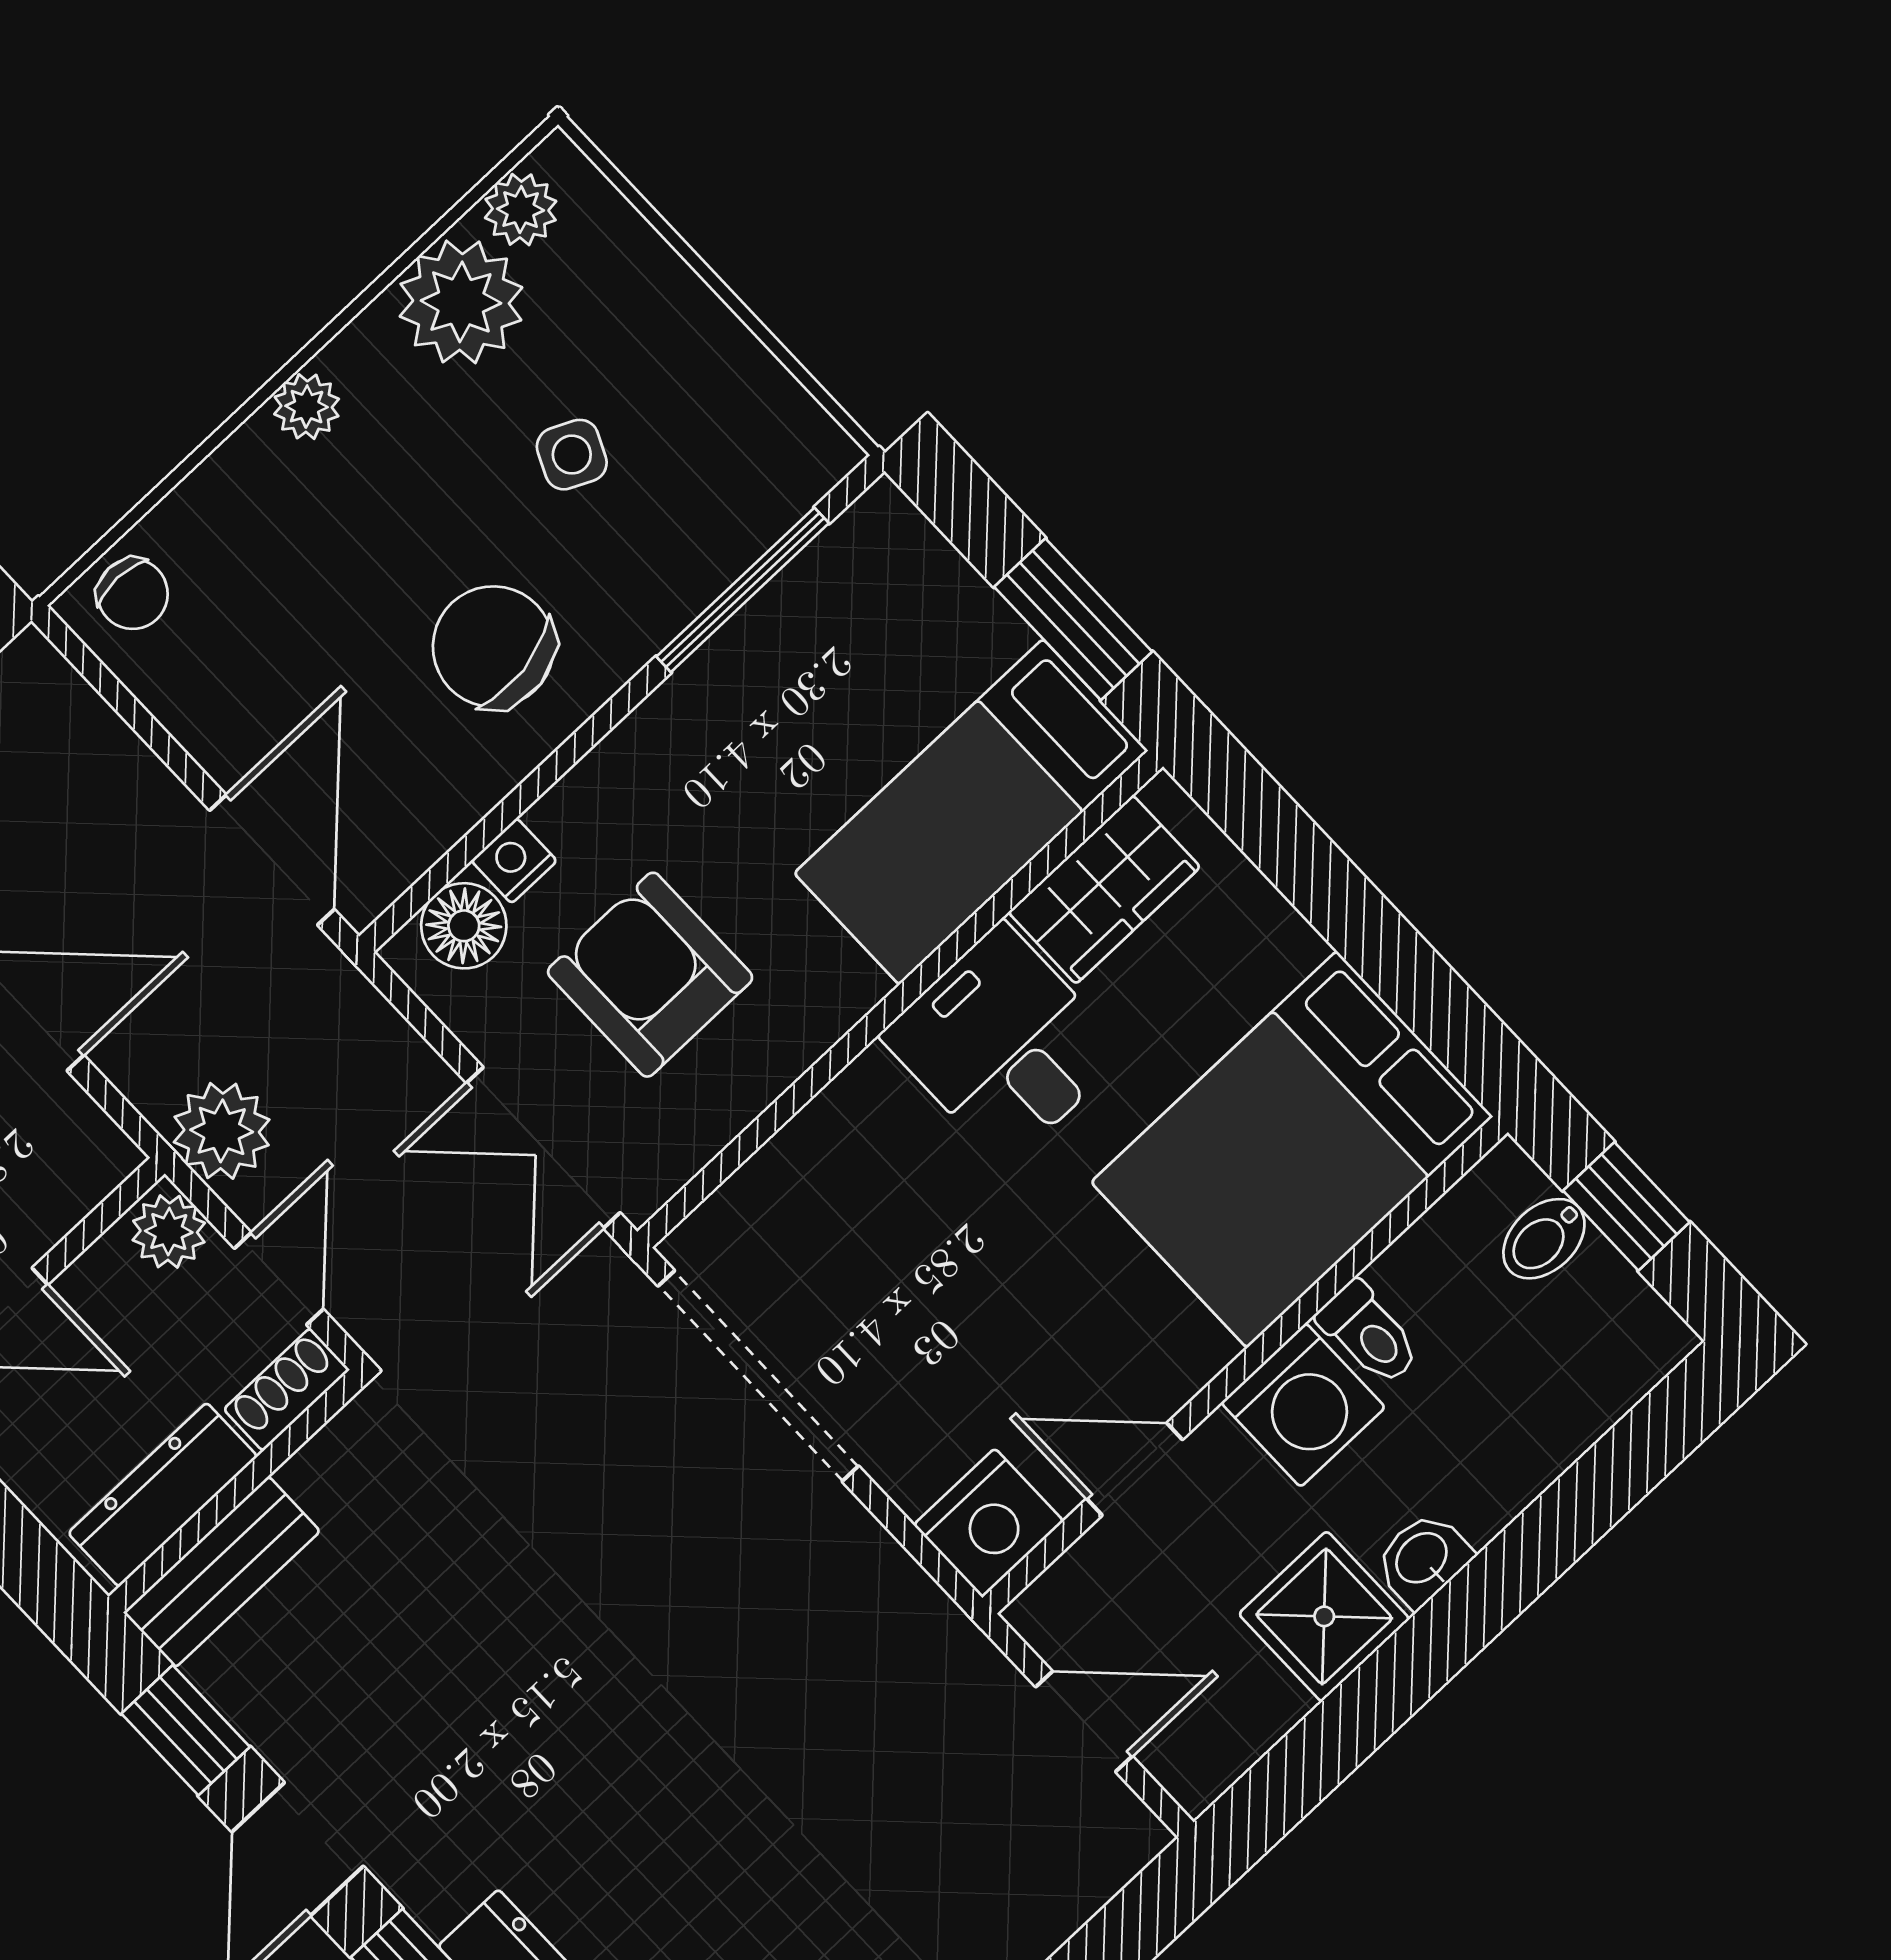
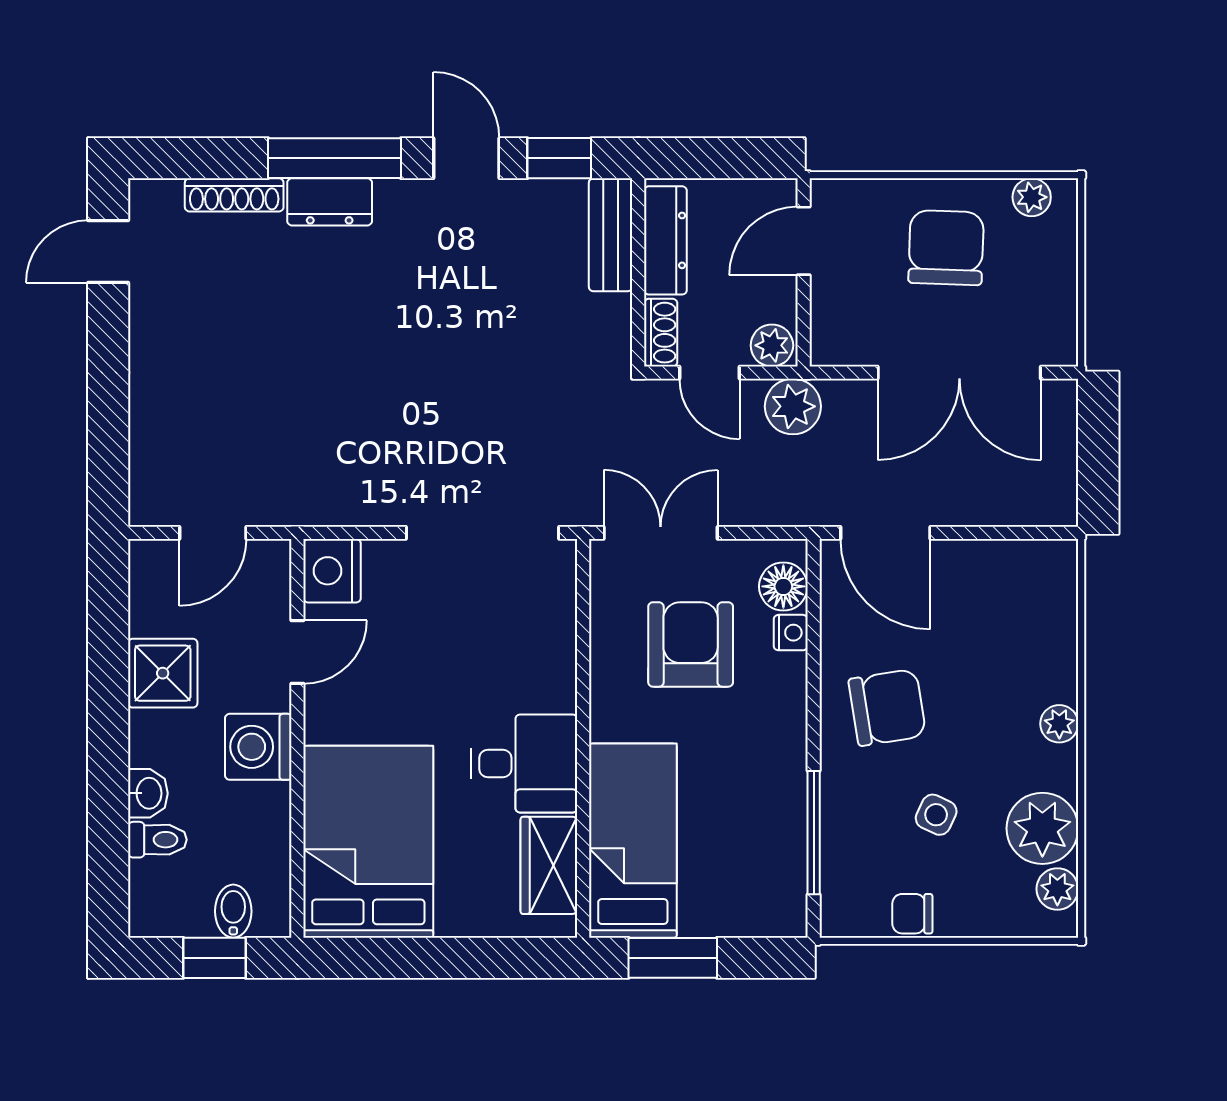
chair: (133, 594) -> (912, 914), moved
armchair: (650, 975) -> (691, 644), turned -90
toilet: (1369, 1333) -> (157, 840), moved, turned 180
washbasin: (1423, 1559) -> (148, 793), moved

